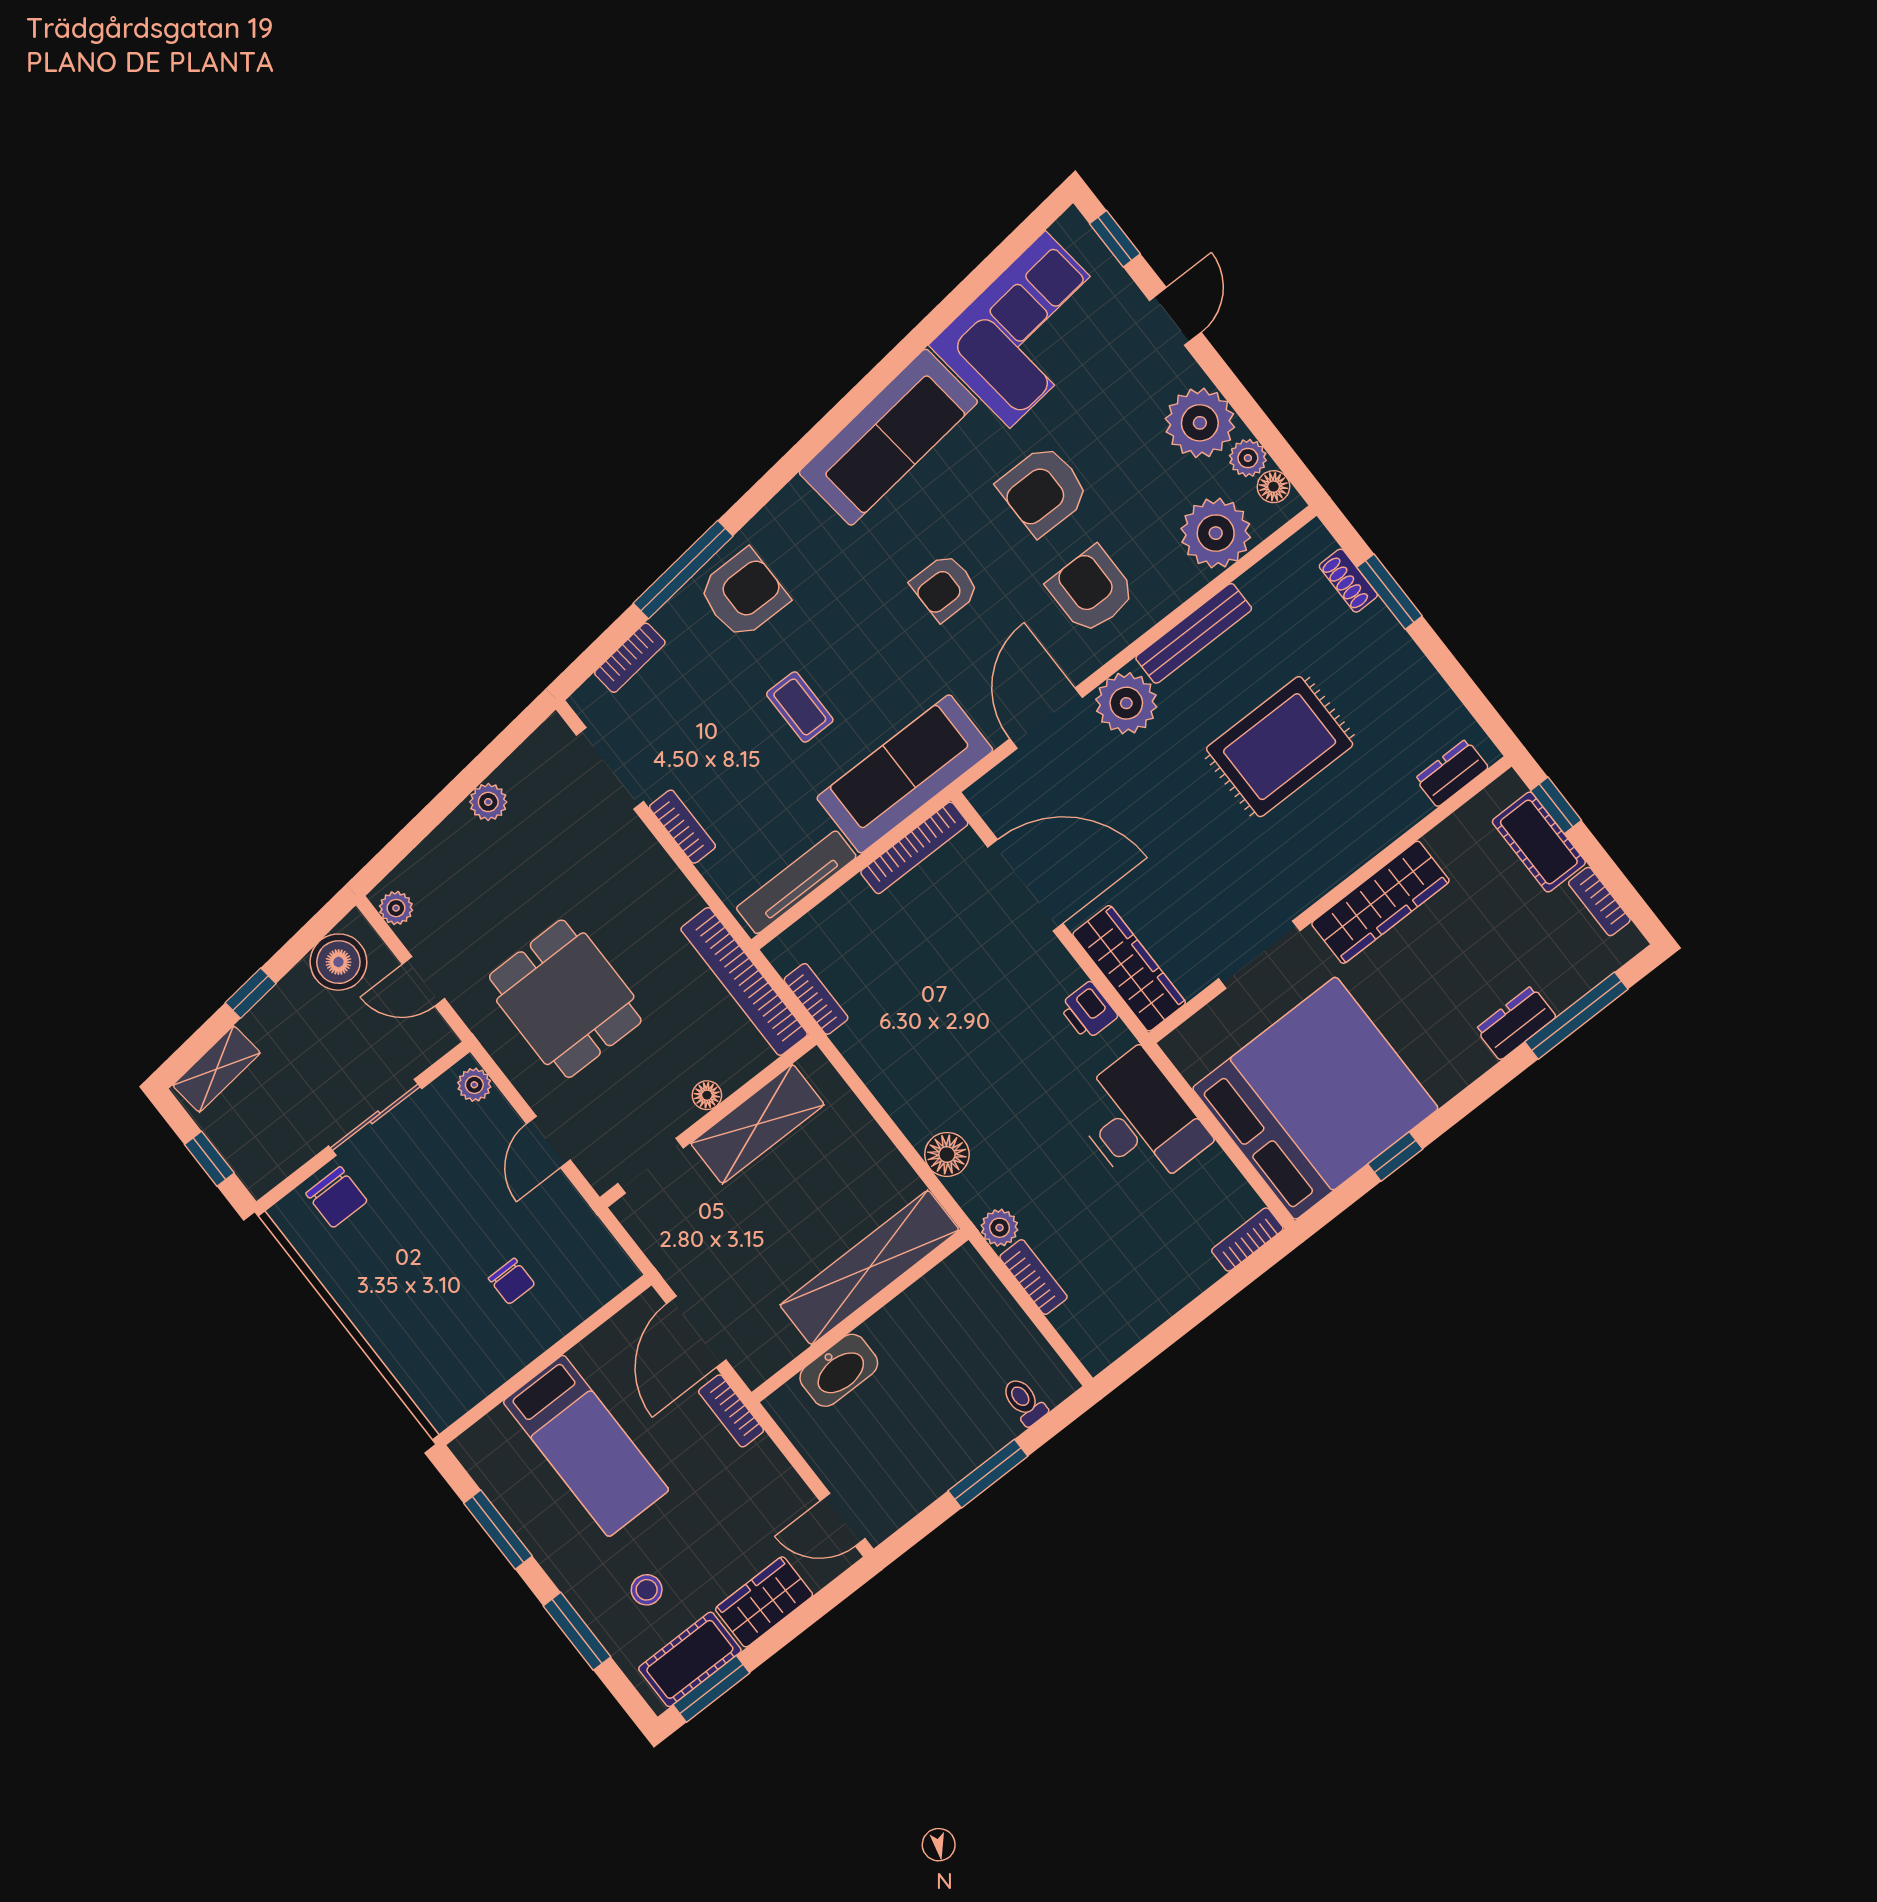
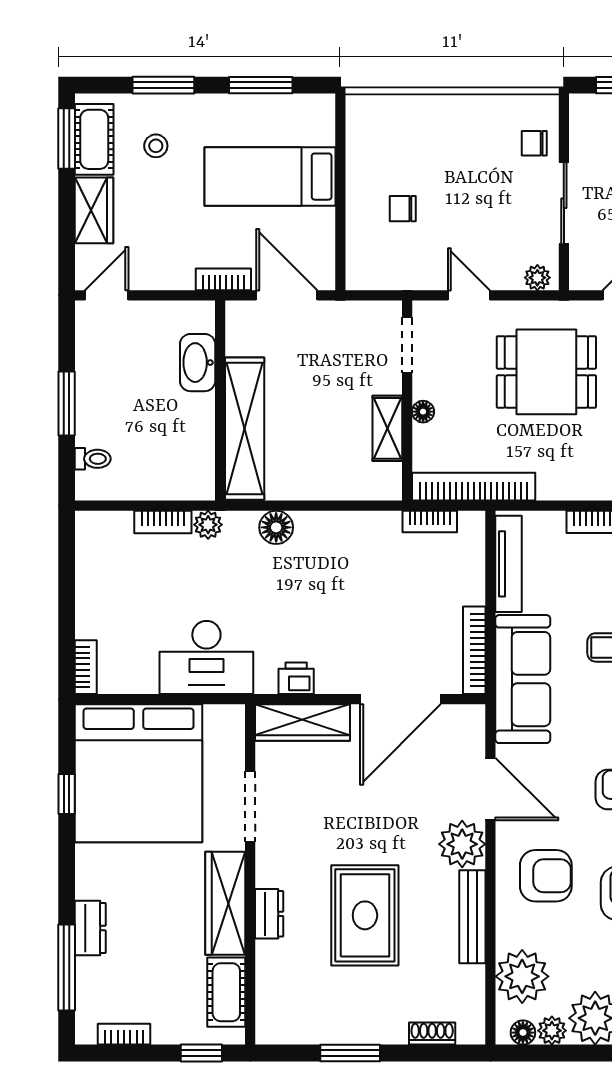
window: (1390, 592) -> (350, 1053), moved
dresser: (1452, 773) -> (269, 914), moved
cot: (1539, 842) -> (226, 992), moved, turned 90
shelving: (757, 1124) -> (387, 428), width x0.67, depth x0.75
chair: (337, 1197) -> (534, 143), width x0.73, depth x0.73

